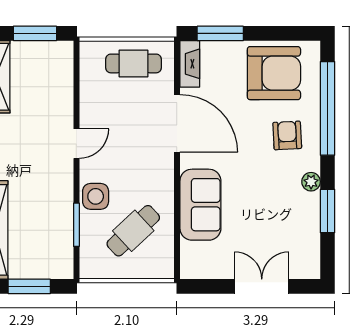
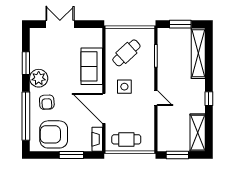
window: (220, 33) -> (71, 155), moved
door: (76, 144) -> (156, 98), swing flipped
plant: (311, 182) -> (39, 78), width x1.88, depth x1.88
side table: (96, 196) -> (124, 87), moved
double door: (262, 286) -> (60, 24), swing flipped

